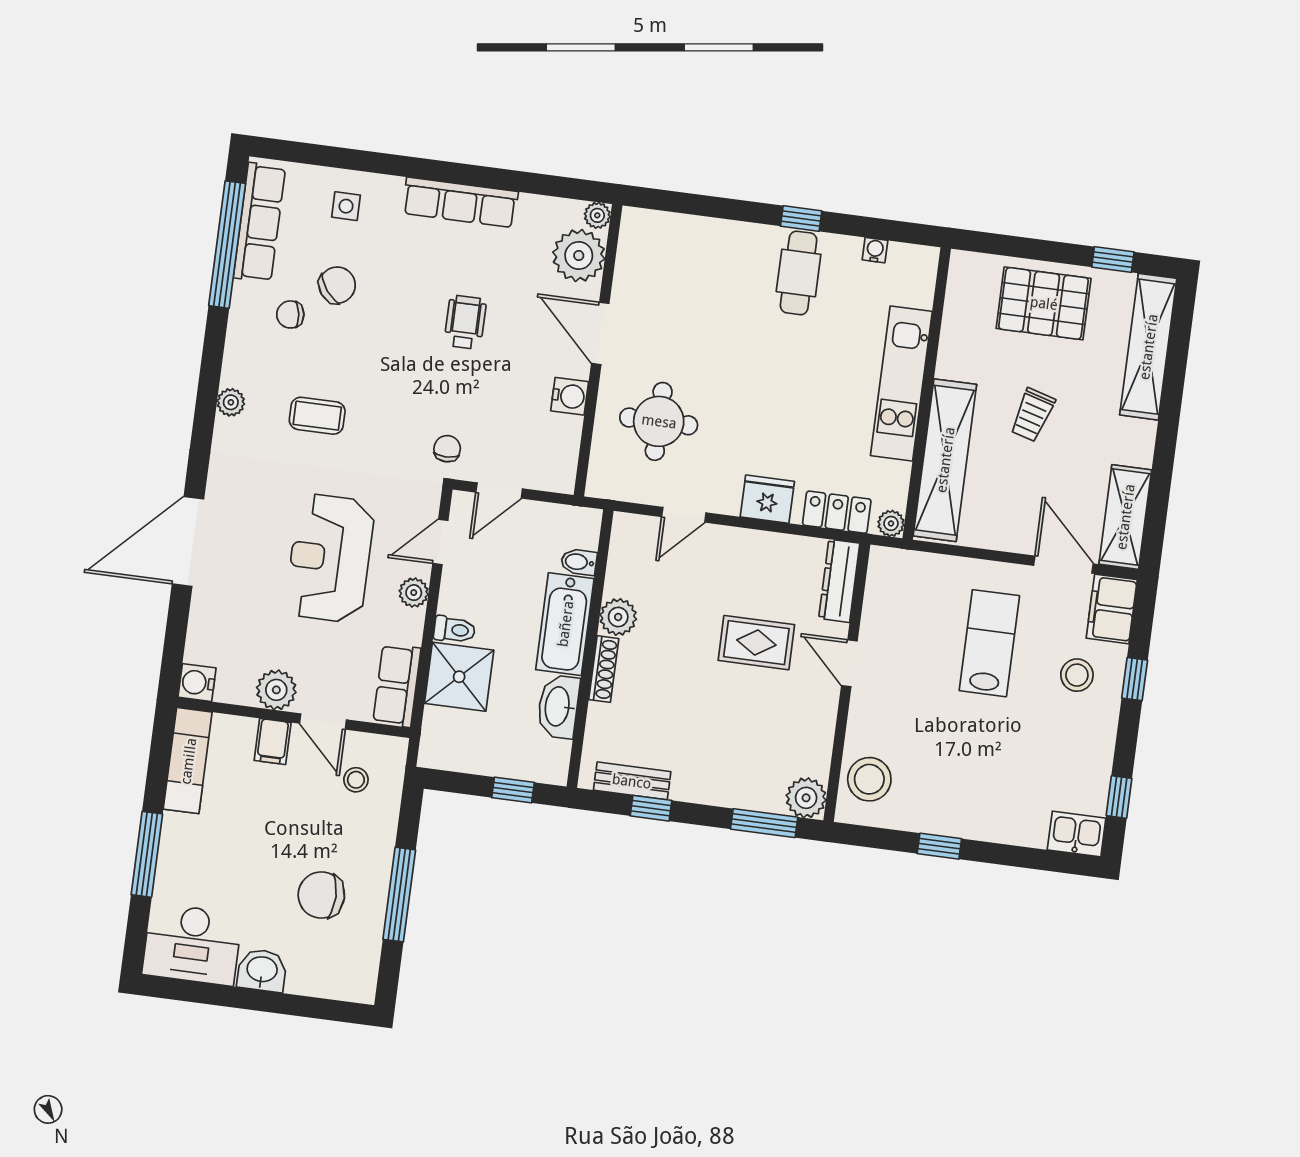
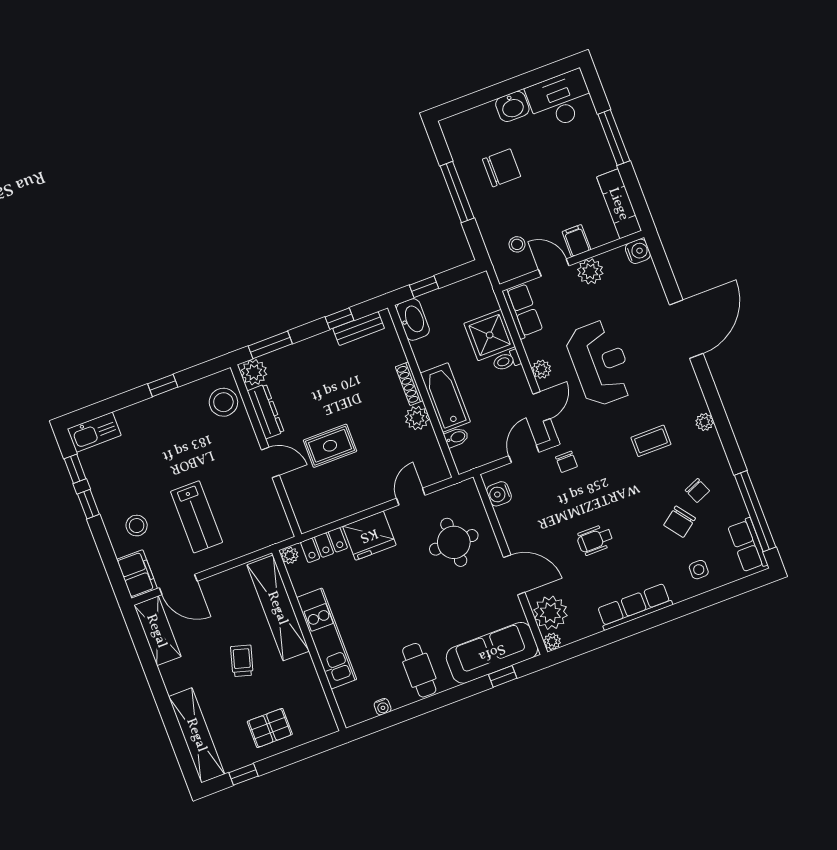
window: (801, 218) -> (503, 676), moved
row of seats: (260, 222) -> (748, 545), width x0.68
sofa: (687, 244) -> (492, 653), added
pallet: (1044, 303) -> (270, 728), width x0.67, depth x0.71
chair: (290, 314) -> (697, 491), turned 75
wheelchair: (465, 322) -> (595, 540), turned 90
water cooler: (570, 396) -> (499, 494), moved
fridge: (767, 499) -> (369, 536), width x1.36, depth x1.34
dresser: (839, 581) -> (266, 411), moved
window: (1135, 679) -> (88, 504), moved
washbasin: (558, 707) -> (413, 319), moved
kitchen sink: (1077, 834) -> (94, 432), width x1.38

